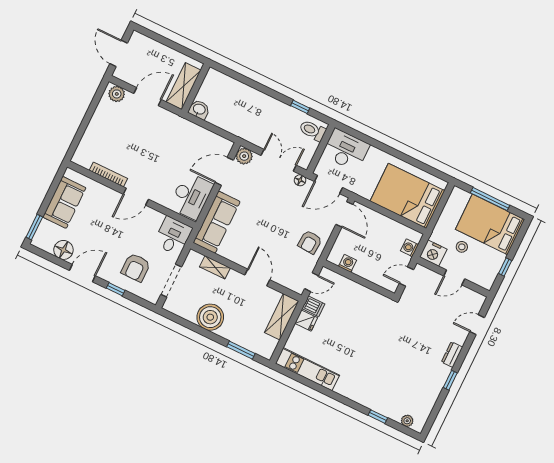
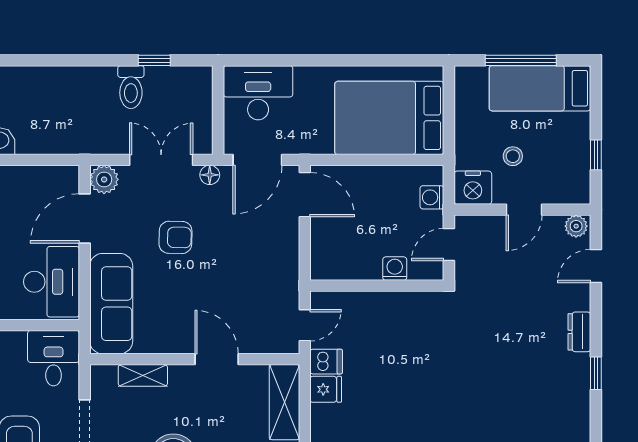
toilet: (313, 130) -> (131, 87), moved, turned -90
bed: (490, 224) -> (540, 88), width x0.67
armchair: (310, 242) -> (175, 237), moved, turned -93
washing machine: (348, 263) -> (395, 269), moved
plant: (477, 299) -> (576, 226), added

